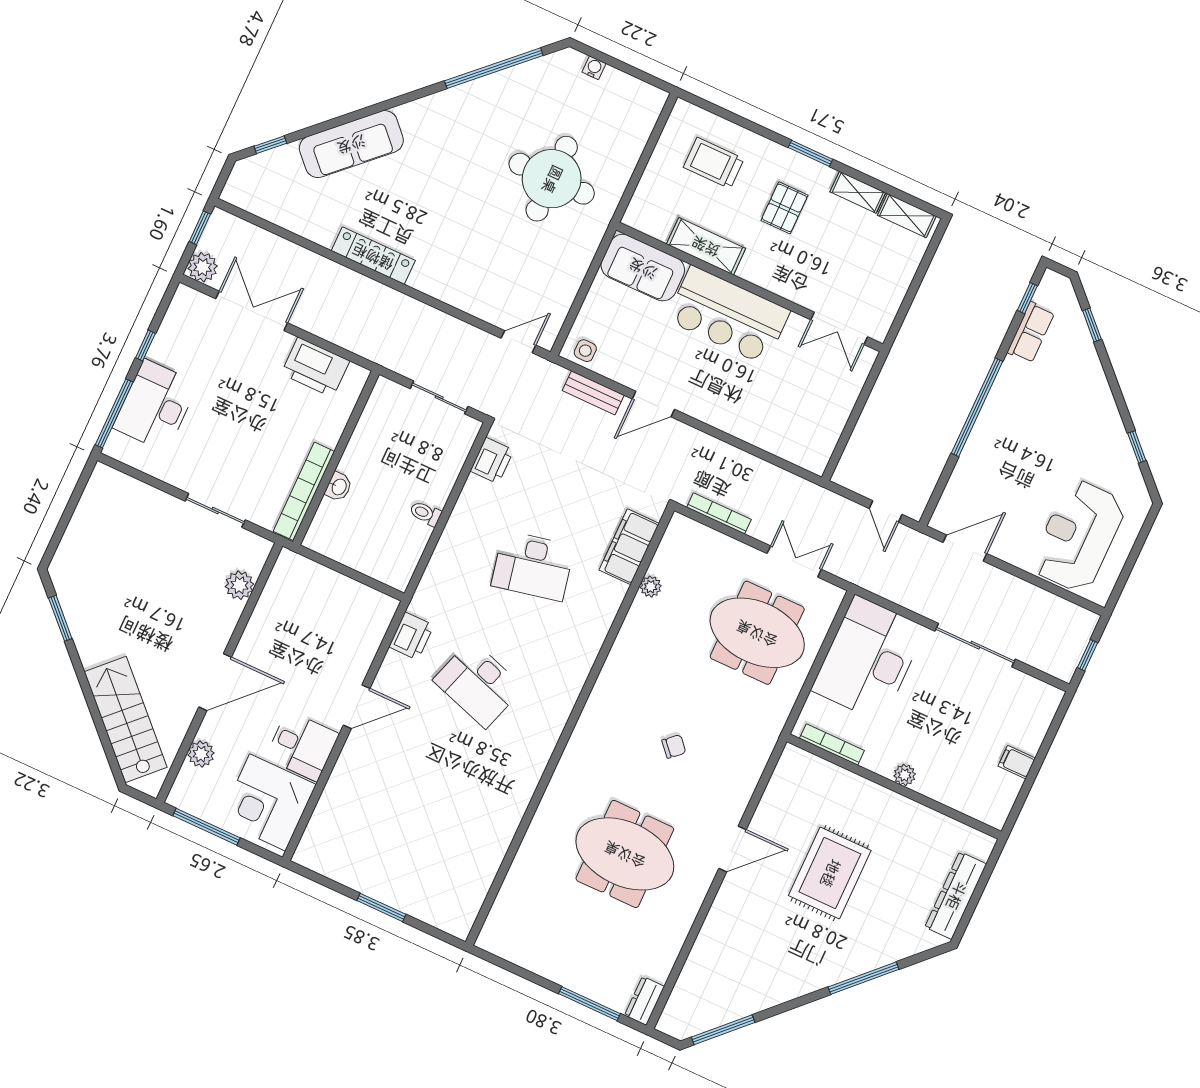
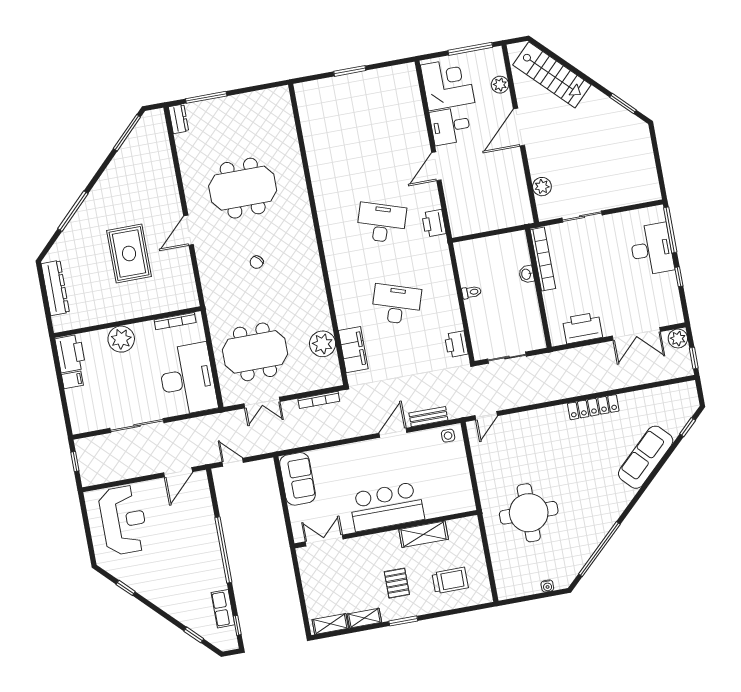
sofa: (643, 268) -> (298, 479), moved, turned 90
desk: (533, 566) -> (396, 304), turned 30
plant: (651, 587) -> (323, 344), width x1.87, depth x1.87
plant: (905, 775) -> (121, 339), width x1.88, depth x1.88
printer: (995, 798) -> (70, 354), added

